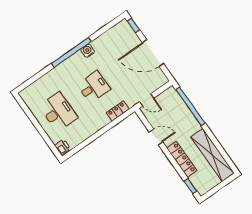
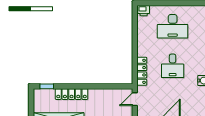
locker: (118, 111) -> (142, 71), width x1.53
door: (156, 137) -> (102, 86), removed

